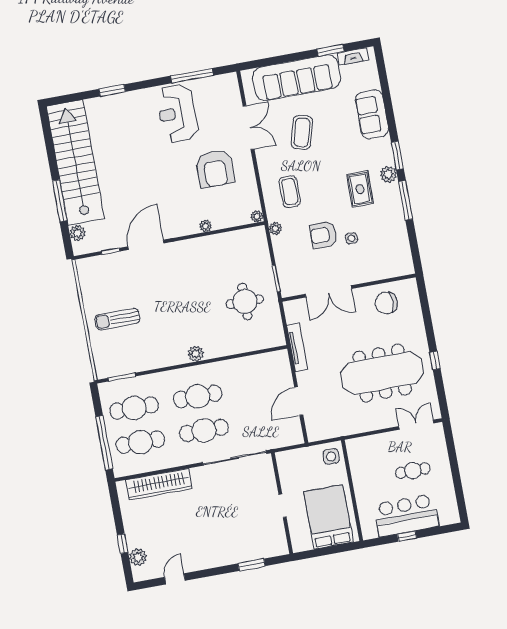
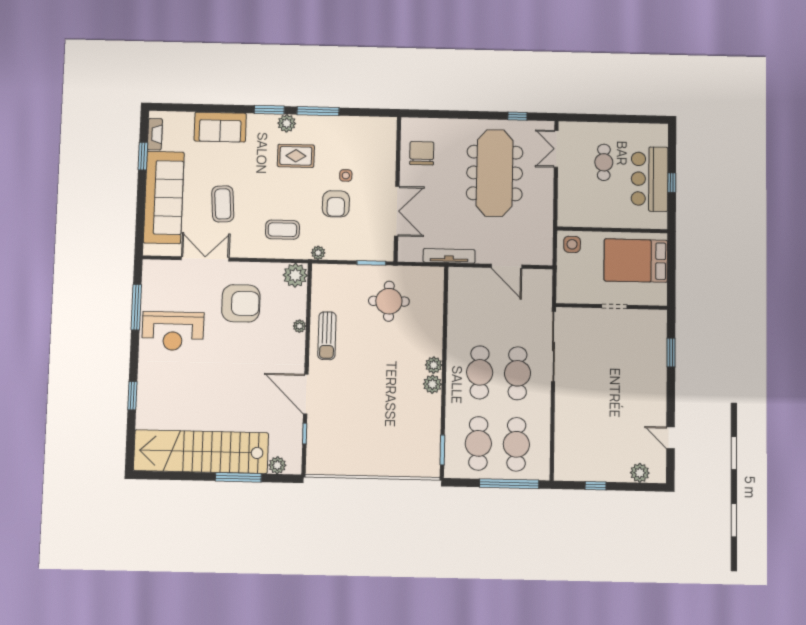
coffee table: (302, 132) -> (223, 204), turned 70
plant: (257, 216) -> (295, 275), width x1.88, depth x1.88
chair: (386, 303) -> (422, 153), turned 180
sun lounger: (117, 319) -> (327, 336), moved
plant: (178, 356) -> (432, 384), added
window: (435, 361) -> (517, 116), moved
wardrobe: (159, 484) -> (566, 434), removed
window: (123, 544) -> (596, 486), moved

